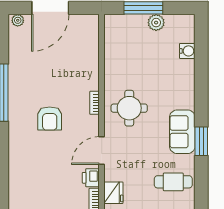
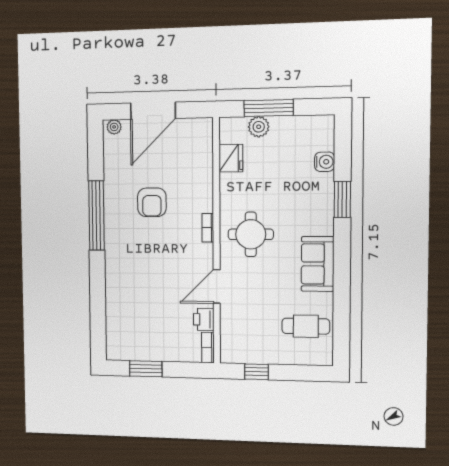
plant: (156, 23) -> (259, 127), moved
armchair: (50, 119) -> (152, 202), moved
window: (201, 141) -> (342, 199), moved
fridge: (113, 193) -> (231, 158), moved

